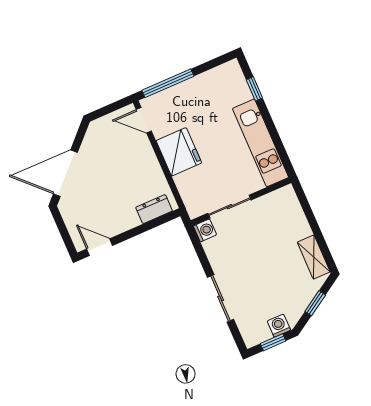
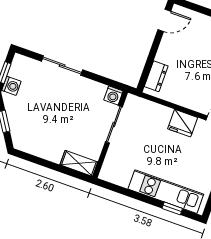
kitchen unit: (261, 143) -> (166, 192), moved
fridge: (179, 152) -> (183, 123), width x0.73, depth x0.75
shelving: (314, 257) -> (79, 163), moved

